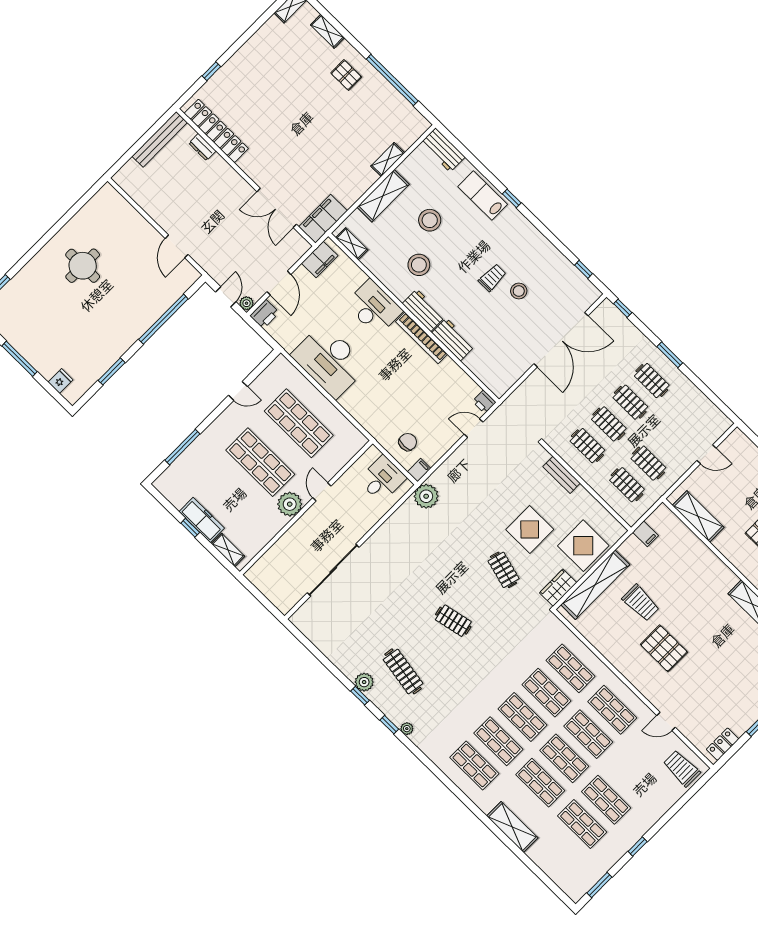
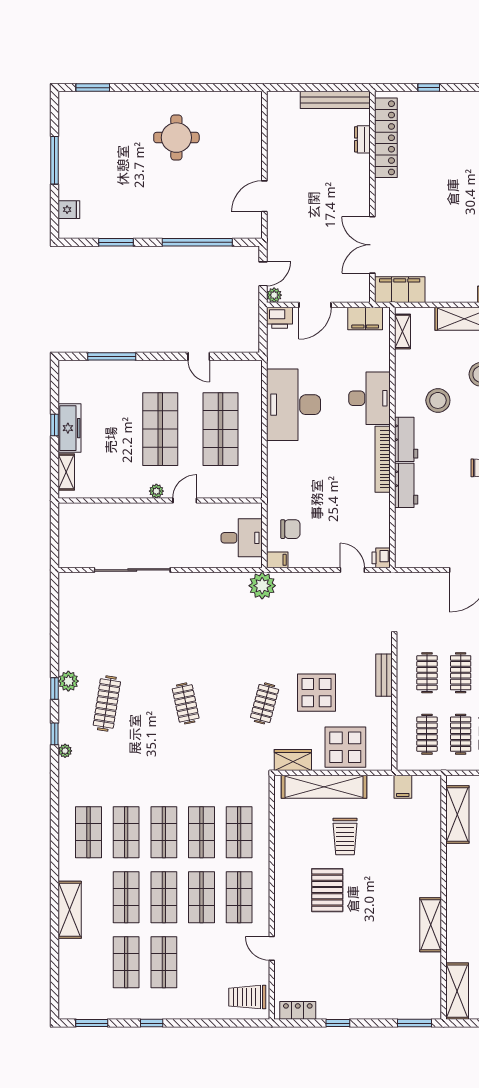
plant: (290, 504) -> (156, 491), width x0.53, depth x0.53
trolley: (682, 768) -> (247, 997), turned -90

